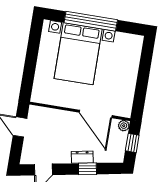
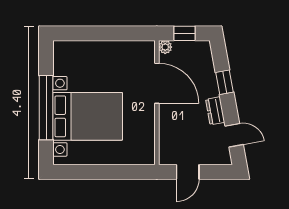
door: (96, 114) -> (157, 83), hinge flipped
dresser: (82, 157) -> (215, 111), moved

